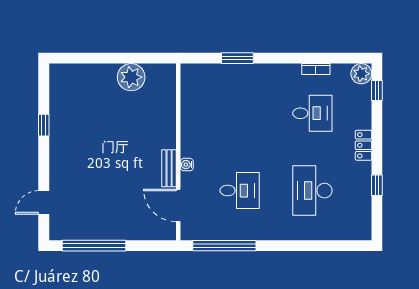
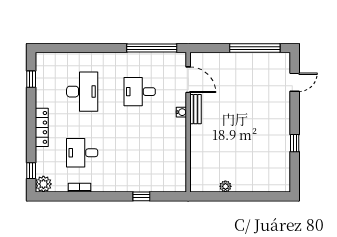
window: (237, 58) -> (141, 196), width x0.67
plant: (131, 77) -> (225, 186), width x0.53, depth x0.53
locker: (364, 145) -> (42, 127), width x1.53
window: (377, 185) -> (31, 79), moved

